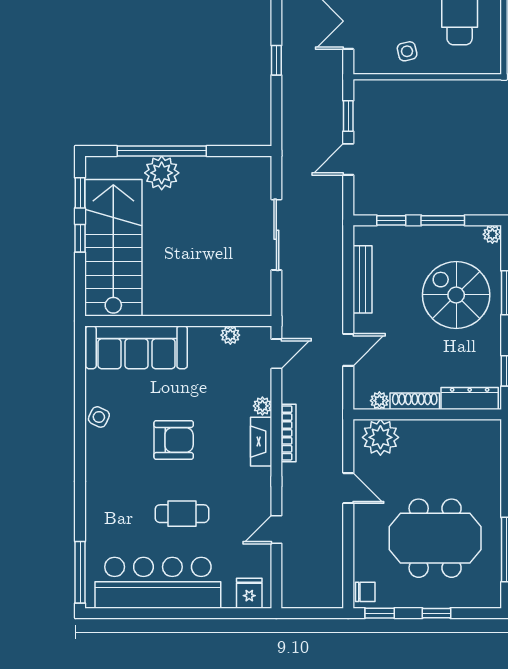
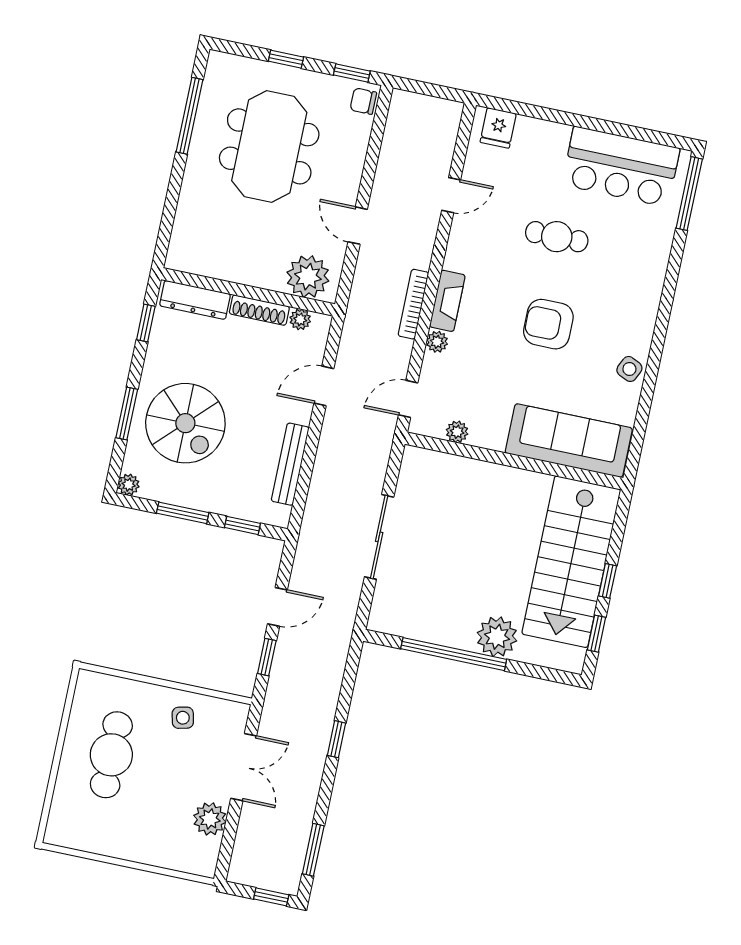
window: (162, 151) -> (454, 654), moved
meeting table: (435, 538) -> (269, 146), turned 90
bar counter: (158, 583) -> (621, 166), width x0.73

